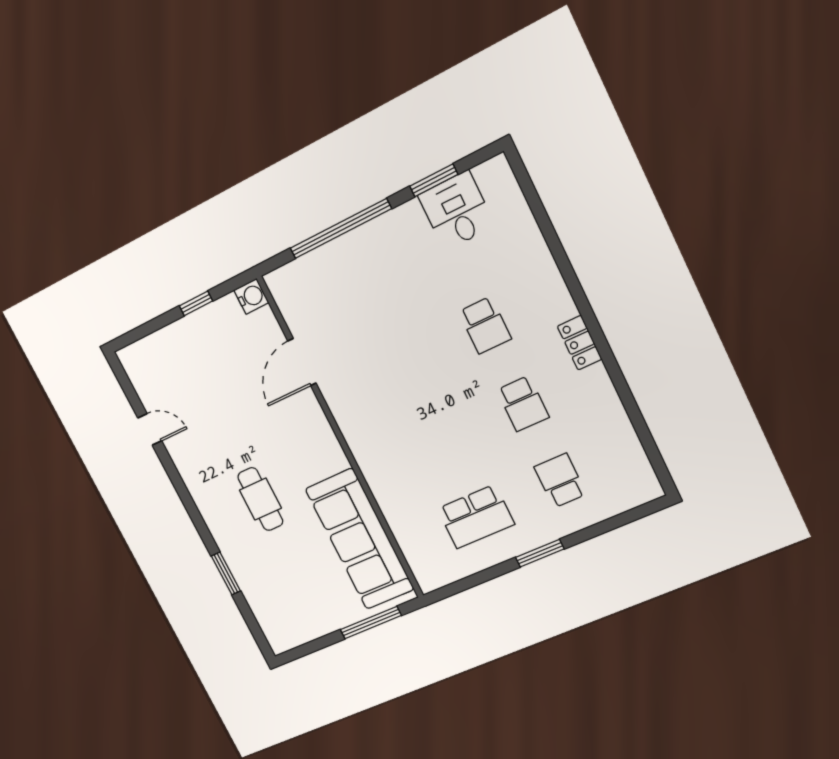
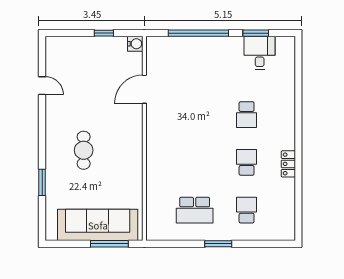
locker: (580, 343) -> (288, 164), moved
school desk: (523, 404) -> (247, 162), turned 180
sofa: (360, 539) -> (98, 225), moved, turned 90

